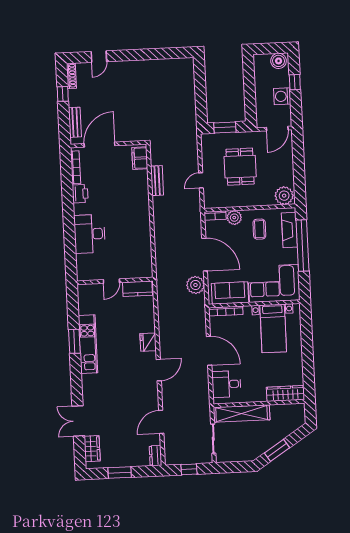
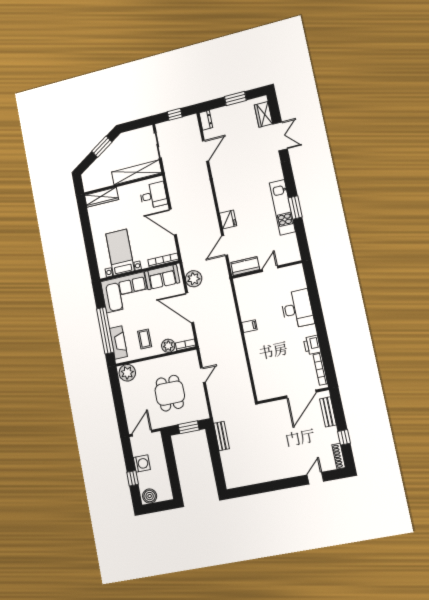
filing cabinet: (140, 158) -> (249, 326), moved, width x0.50
bench: (157, 181) -> (222, 436), moved
door: (159, 370) -> (225, 246), moved

